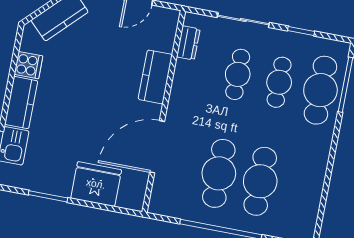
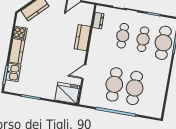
door: (157, 147) -> (84, 72), width x0.53
fridge: (96, 184) -> (67, 93), moved

